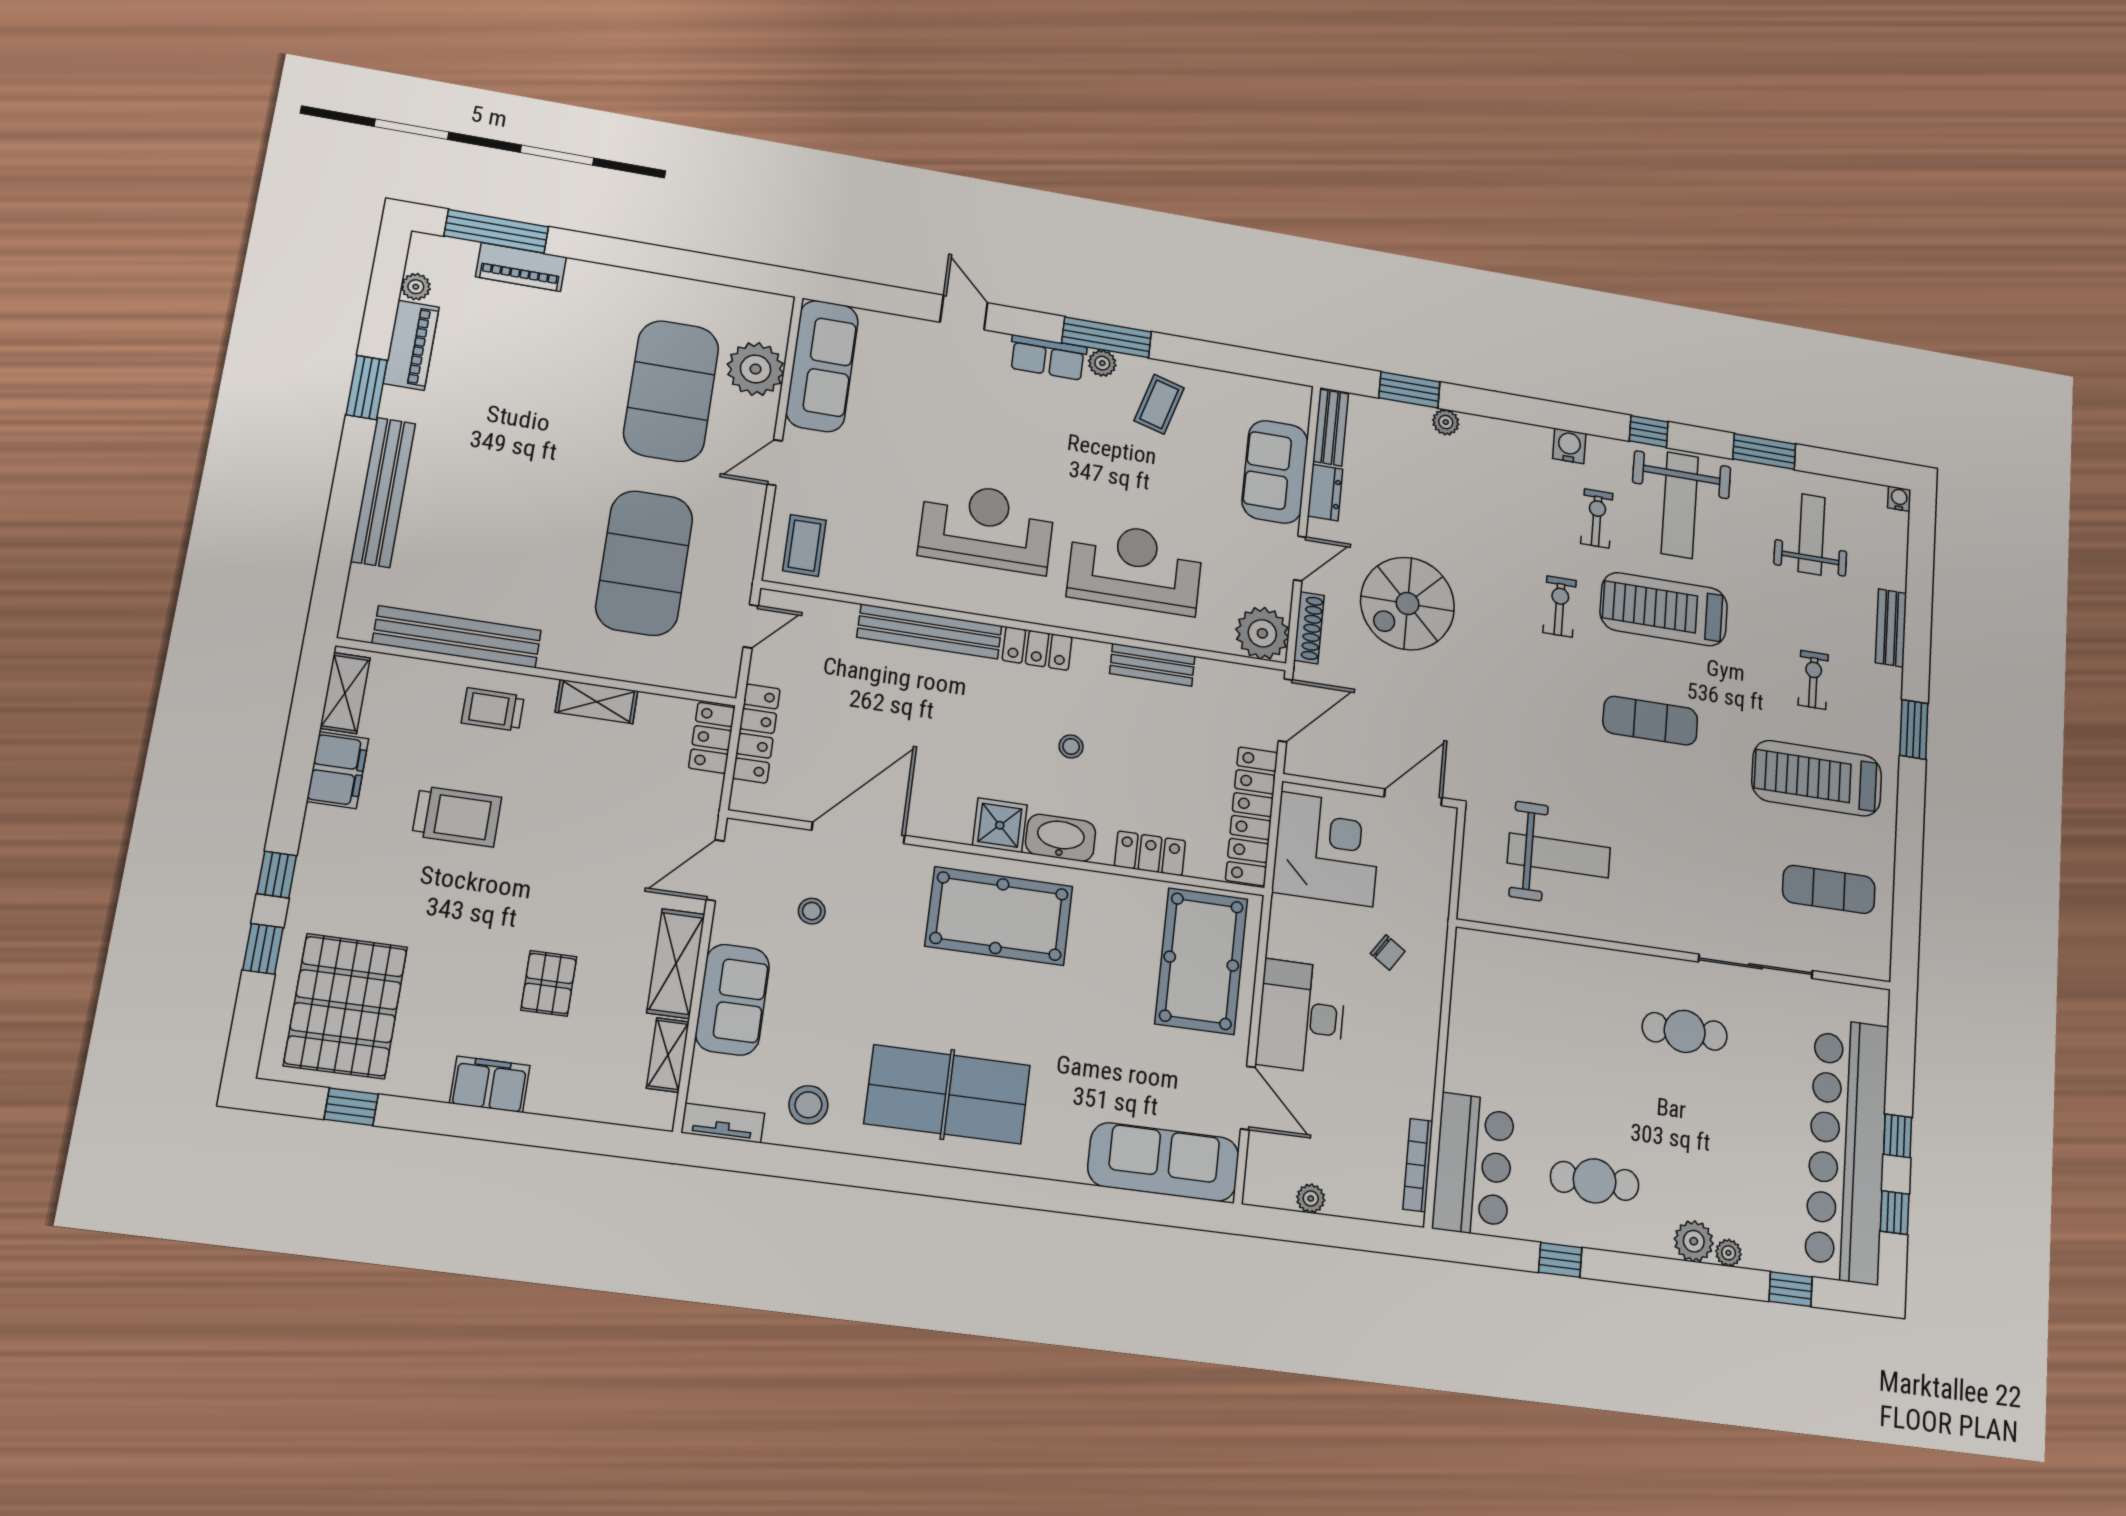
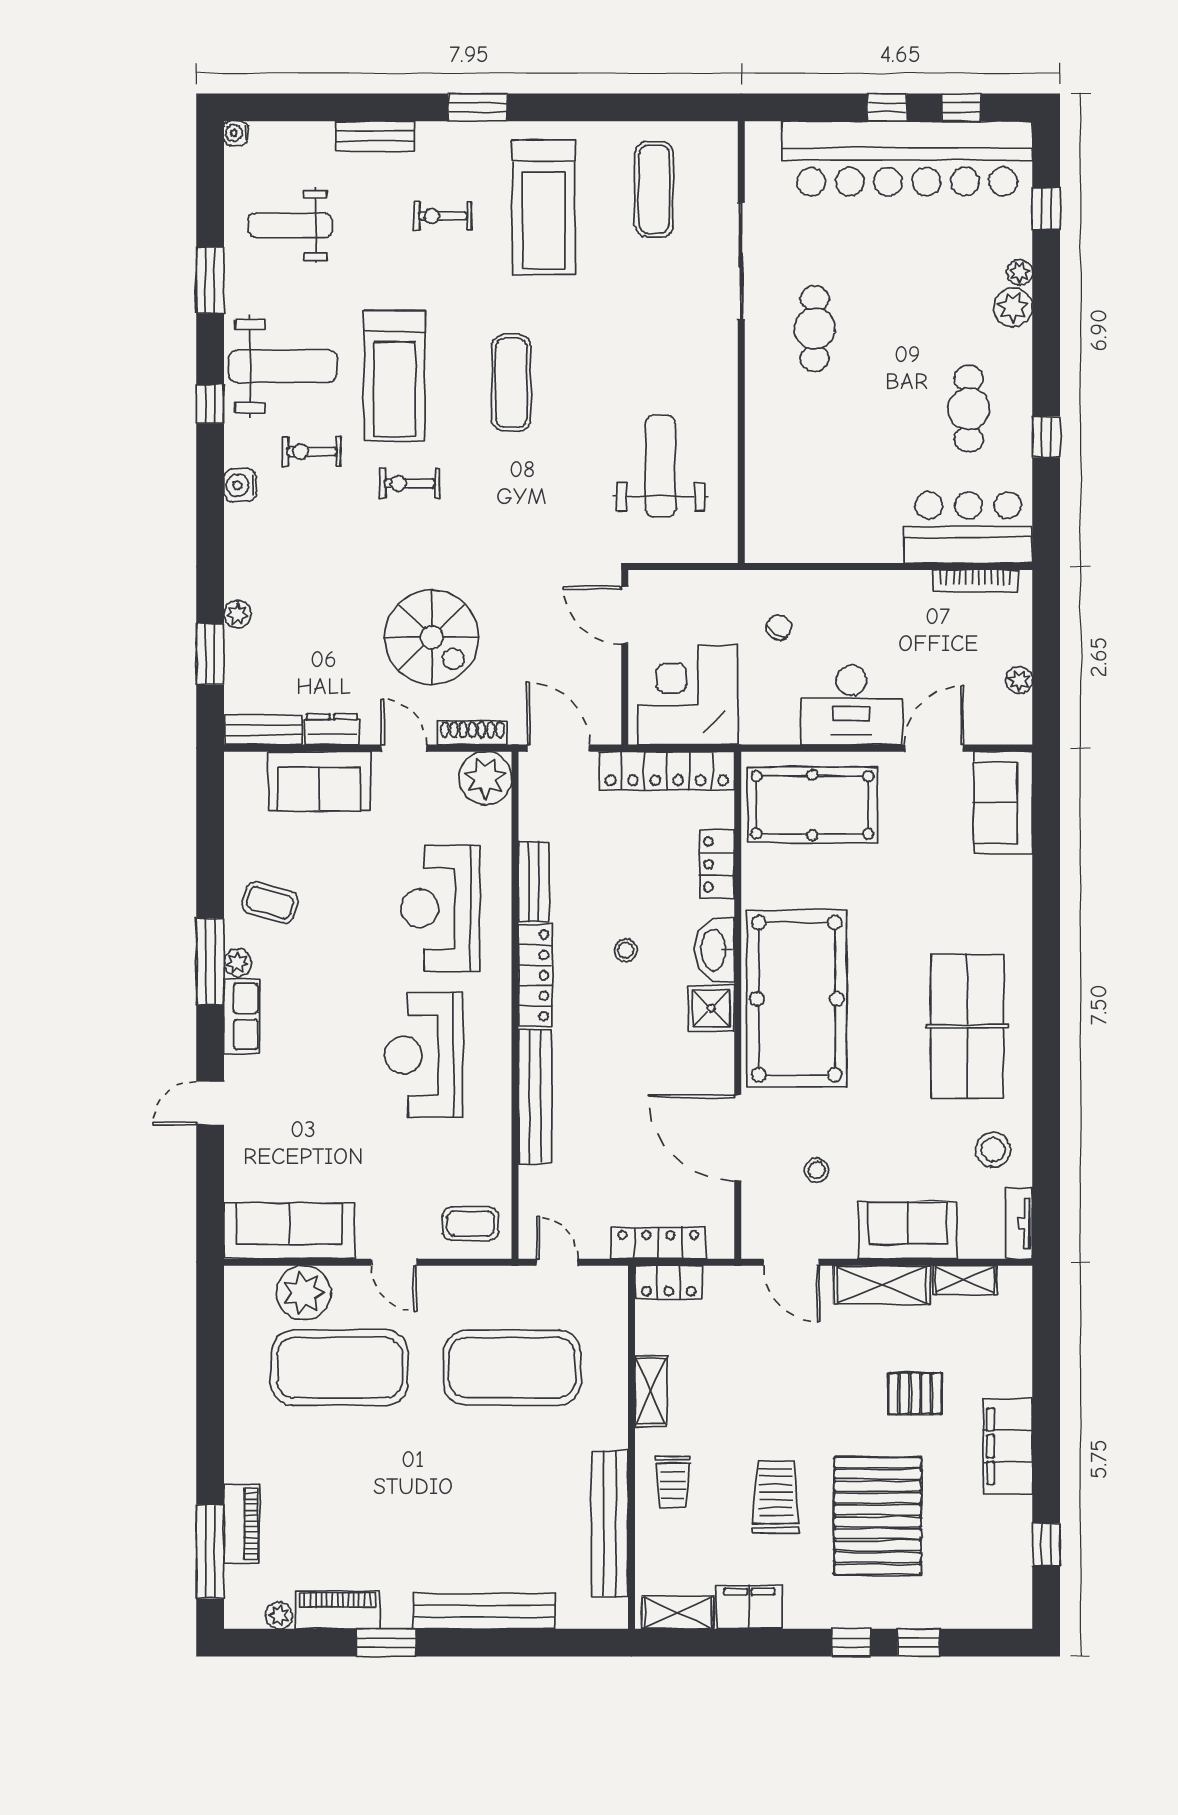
locker: (1037, 649) -> (535, 975), width x1.53
pool table: (999, 916) -> (797, 999), width x1.36, depth x1.32
pallet: (346, 1006) -> (878, 1516), moved, turned 90
filing cabinet: (490, 1084) -> (1008, 1446), width x1.50, depth x1.17
sofa: (1164, 1162) -> (1003, 803), width x0.73

